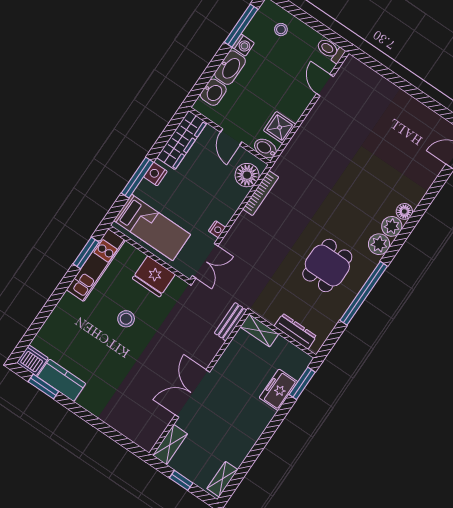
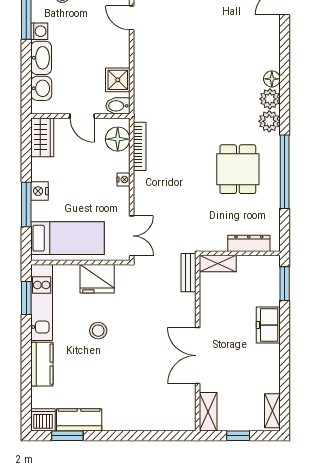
wardrobe: (182, 140) -> (42, 137), width x0.67
nightstand: (217, 229) -> (123, 180), moved
kitchen counter: (62, 315) -> (42, 364), added
freezer: (278, 390) -> (268, 325), moved

